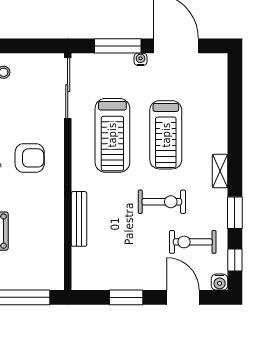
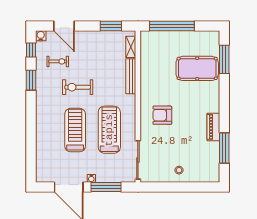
shelving: (220, 171) -> (131, 47), moved
exercise bike: (193, 242) -> (58, 61), width x0.73, depth x0.72
window: (126, 297) -> (111, 26), moved

